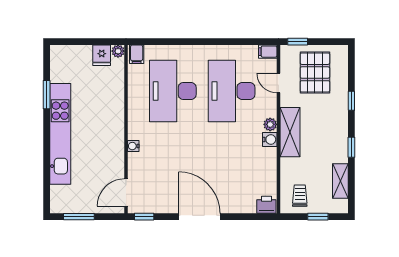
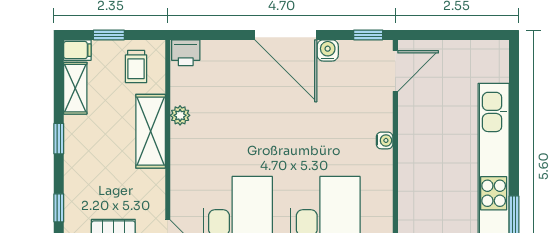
plant: (270, 124) -> (180, 115), moved
shelving: (290, 132) -> (151, 131), moved
water cooler: (270, 139) -> (328, 50), moved, turned 90
filing cabinet: (339, 207) -> (77, 50), added
window: (79, 217) -> (466, 35), removed

